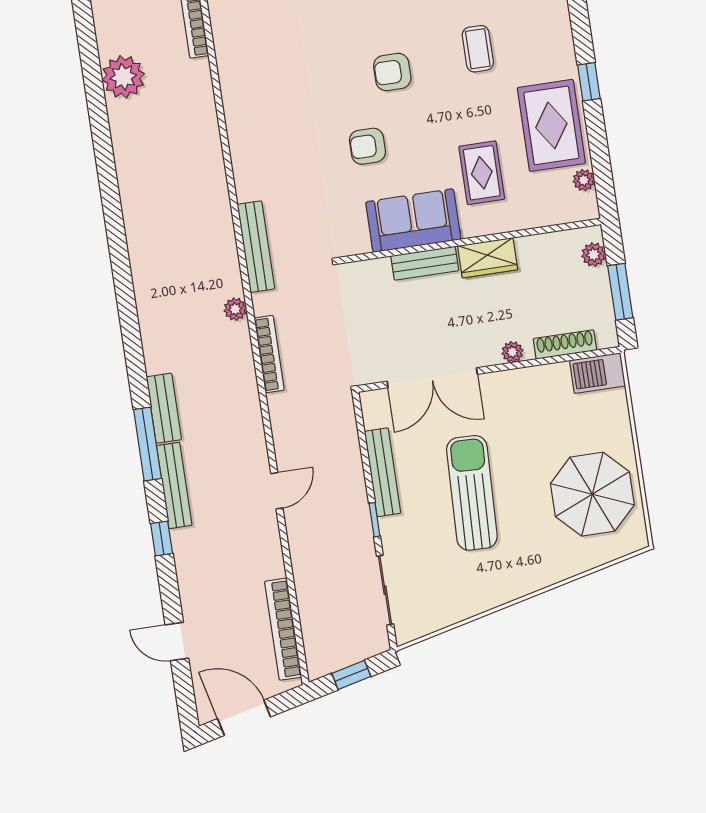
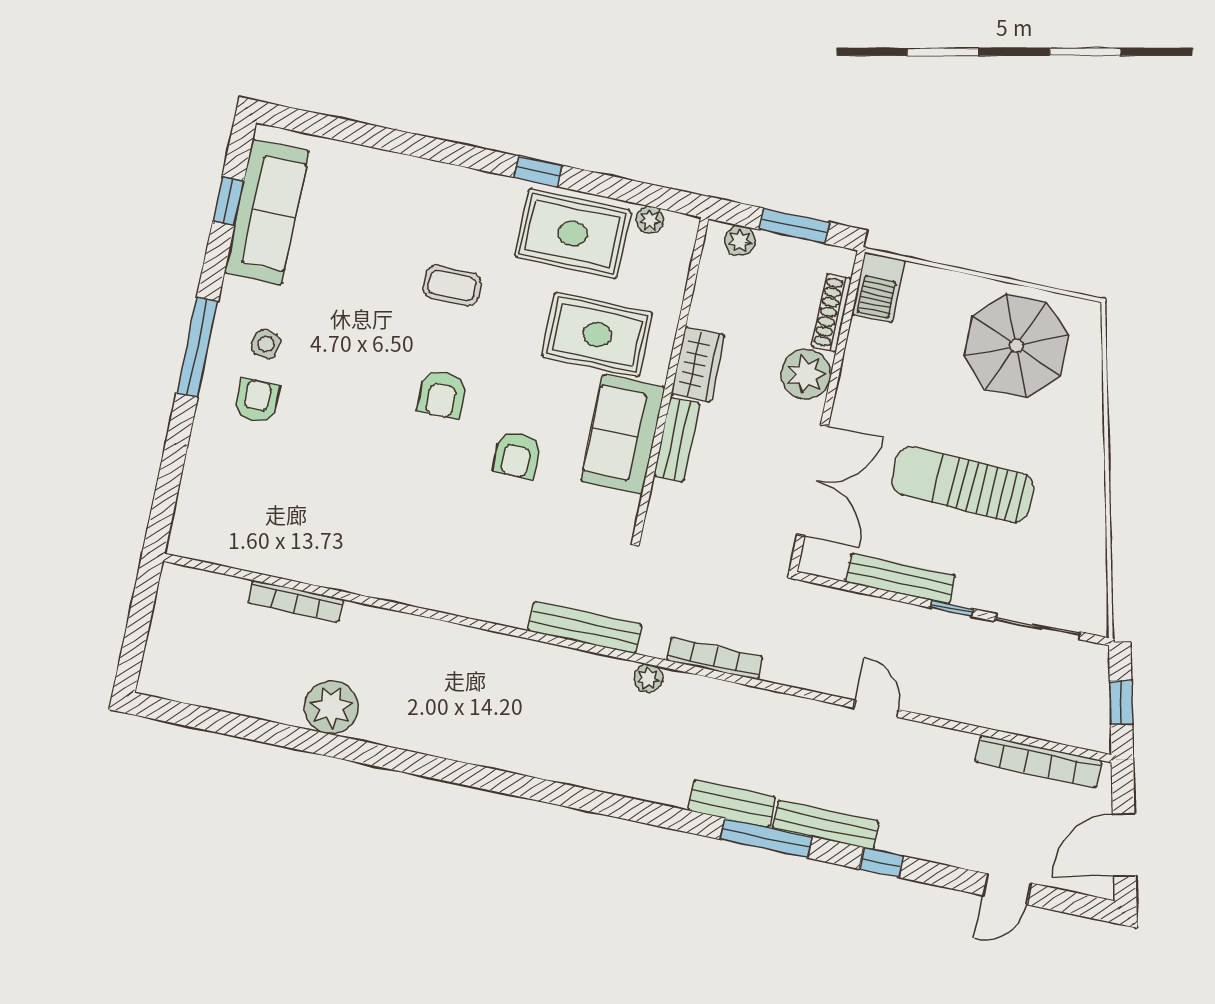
rug: (482, 173) -> (597, 335), width x1.36, depth x1.43
plant: (512, 352) -> (806, 374), width x1.88, depth x1.88

